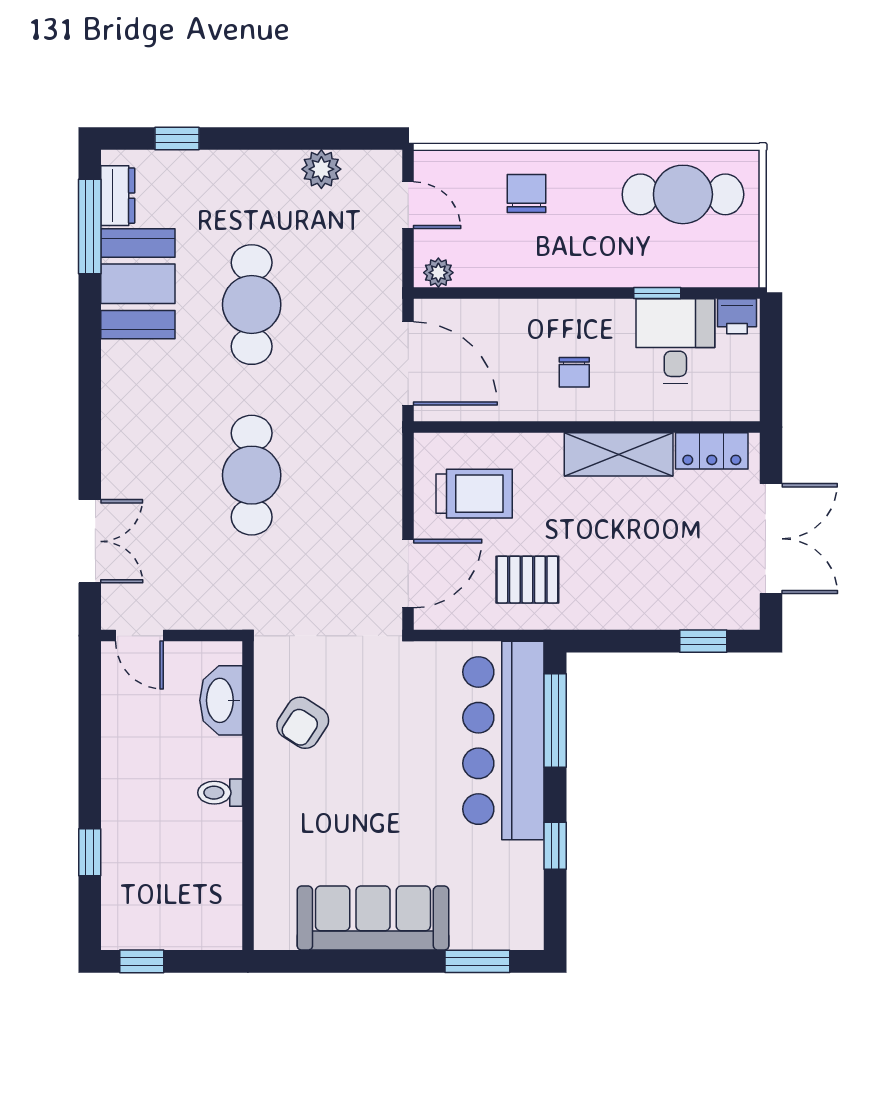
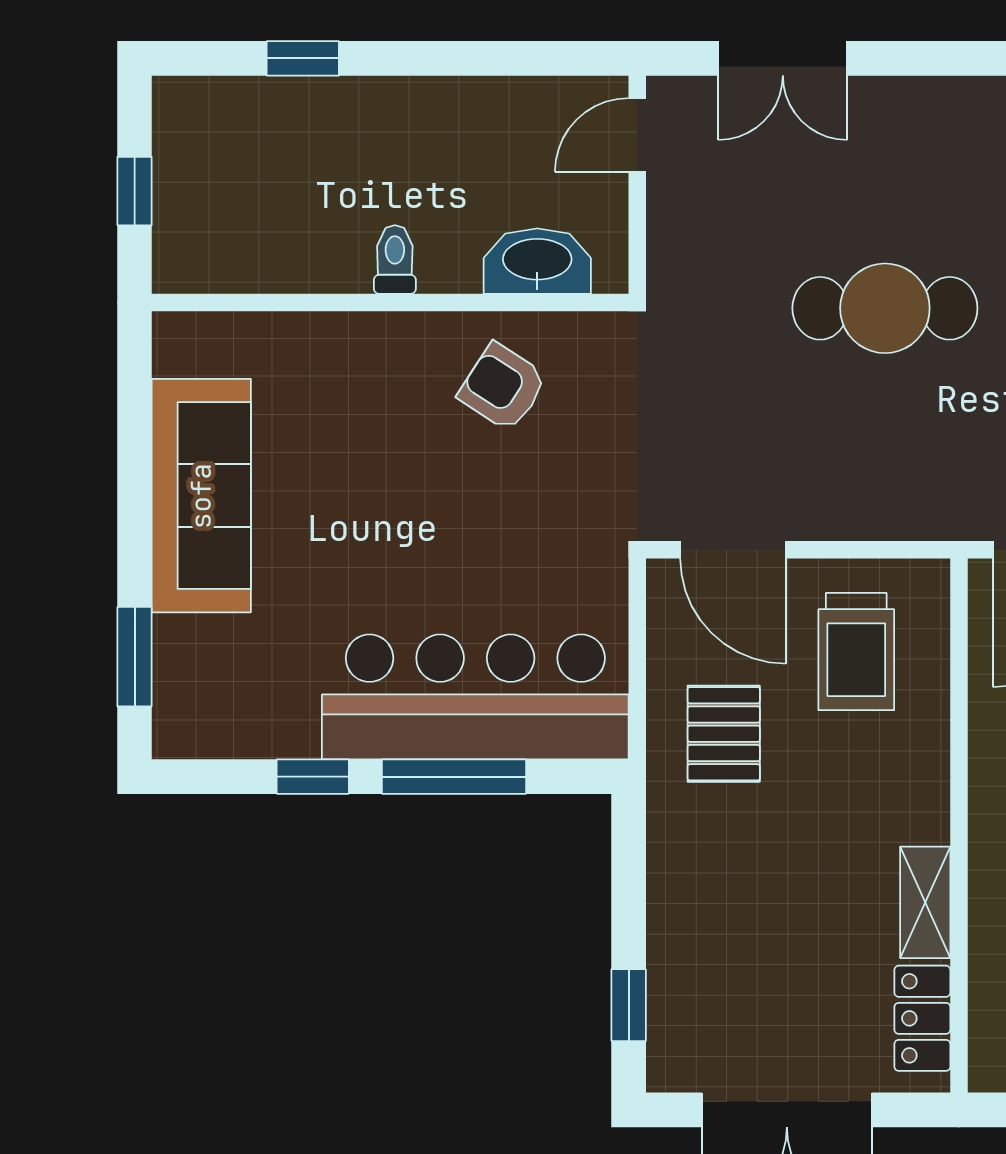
shelving: (619, 454) -> (925, 902), width x0.67, depth x0.75
window: (555, 721) -> (454, 777), moved
window: (142, 961) -> (135, 191), moved

